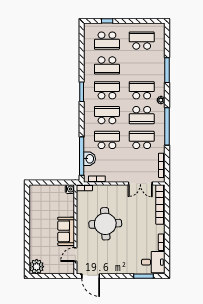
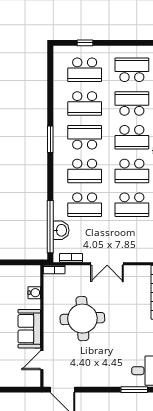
school desk: (142, 65) -> (132, 103), added
school desk: (142, 90) -> (132, 137), turned 180
school desk: (107, 115) -> (85, 171), turned 180
school desk: (107, 140) -> (85, 205), turned 180
school desk: (142, 140) -> (132, 205), turned 180
double door: (140, 183) -> (107, 264), moved
water cooler: (70, 189) -> (34, 293), moved

